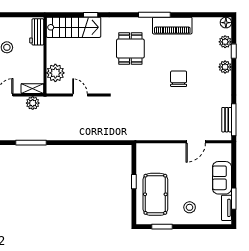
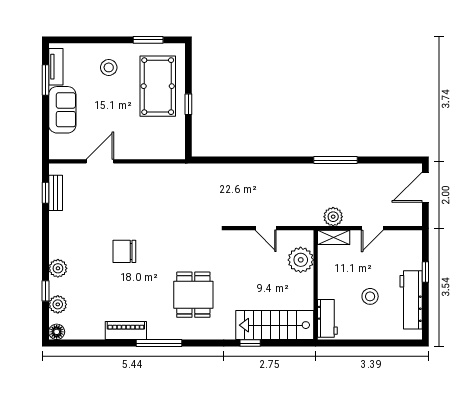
piano: (172, 26) -> (126, 331), width x0.73, depth x0.75
chair: (179, 79) -> (124, 251), turned 90
window: (234, 120) -> (45, 193), width x0.46

